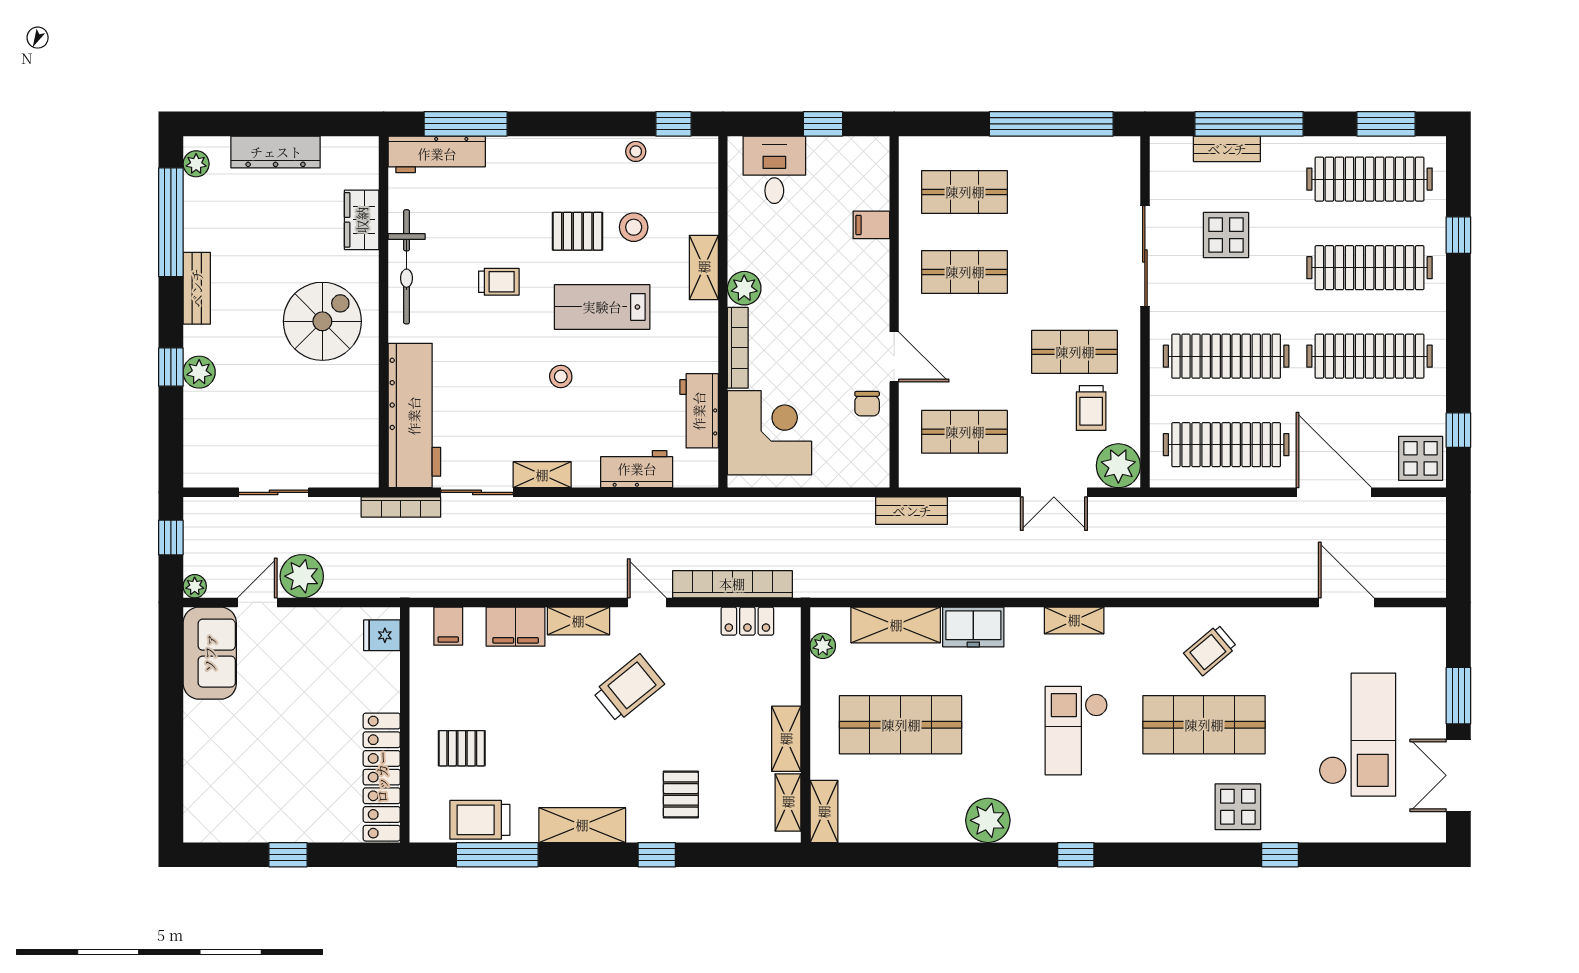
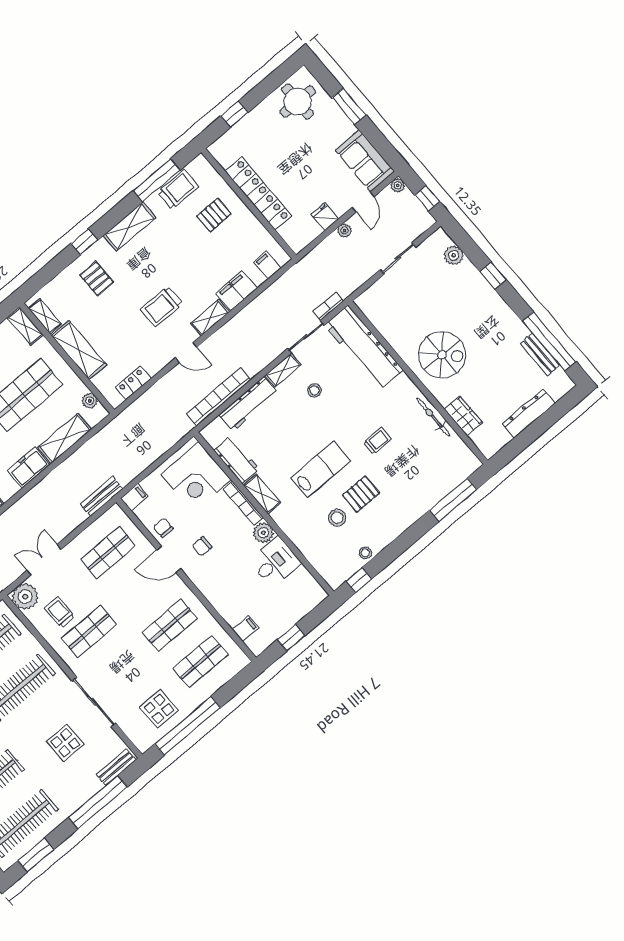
bench: (1227, 149) -> (116, 767), moved
workbench: (437, 154) -> (455, 475), removed
plant: (196, 164) -> (560, 378), removed
desk: (774, 170) -> (275, 562), moved, turned -90
display table: (1069, 177) -> (159, 709), added
filing cabinet: (871, 225) -> (245, 628), moved
bicycle: (407, 267) -> (433, 417), width x0.73, depth x0.71
shelving: (704, 267) -> (262, 494), moved
trolley: (499, 282) -> (377, 441), turned 180
bench: (197, 288) -> (540, 355), moved
spiral stairs: (322, 321) -> (442, 355), turned -90
chair: (837, 337) -> (202, 546), added
plant: (199, 372) -> (454, 255), moved
stool: (561, 376) -> (314, 390), moved
workbench: (637, 469) -> (248, 404), width x1.37
filing cabinet: (871, 474) -> (134, 497), added
bookcase: (401, 507) -> (328, 306), width x0.64
plant: (302, 576) -> (344, 231), width x0.53, depth x0.53
bookcase: (732, 584) -> (219, 397), moved, turned 180
fridge: (382, 635) -> (325, 217), moved, turned -90
trolley: (629, 688) -> (161, 307), turned 39
shelving: (786, 739) -> (79, 350), width x1.50, depth x1.33
window: (171, 740) -> (349, 106), added
locker: (382, 777) -> (258, 194), moved
round table: (231, 802) -> (298, 102), added
window: (288, 855) -> (234, 114), moved

